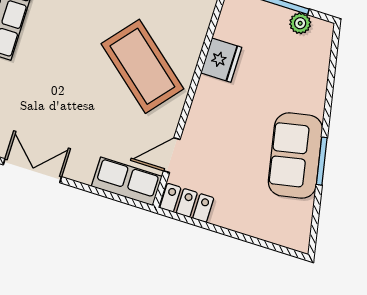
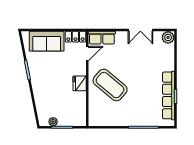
fridge: (221, 60) -> (80, 83), moved
sofa: (295, 156) -> (47, 41), moved, turned 101

